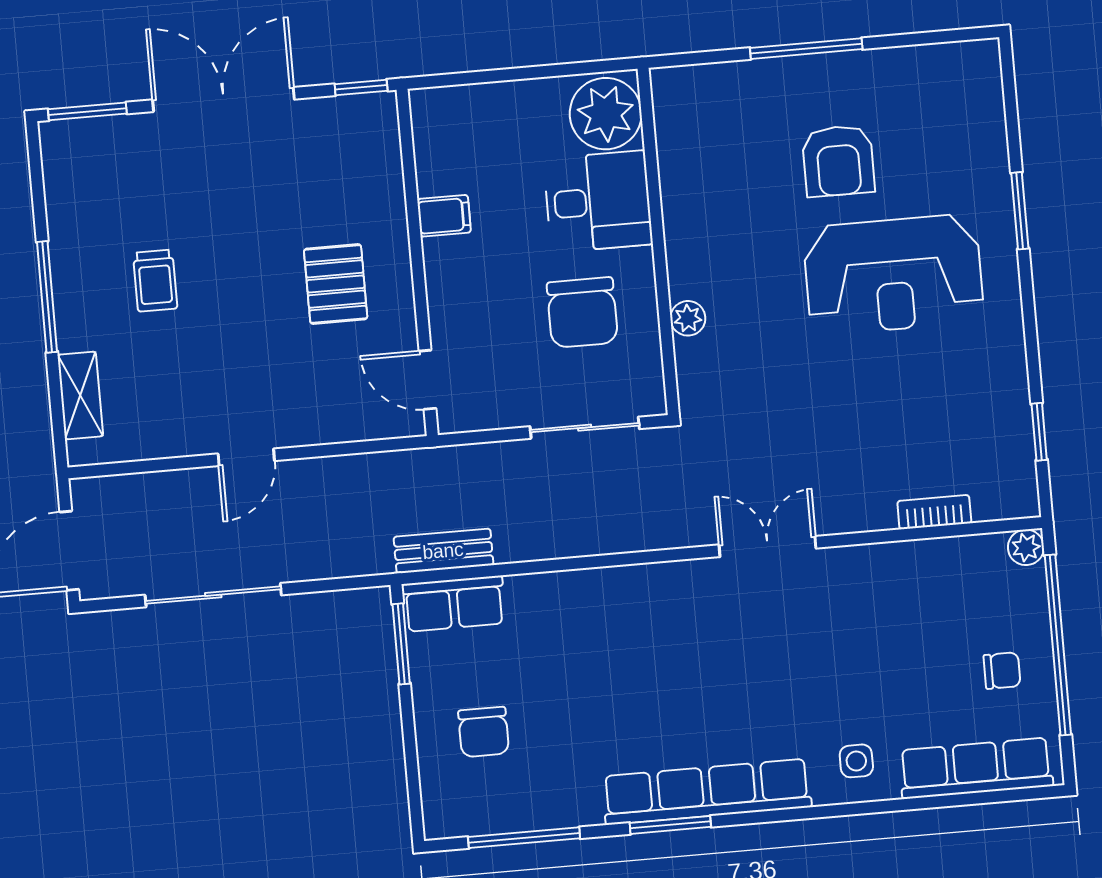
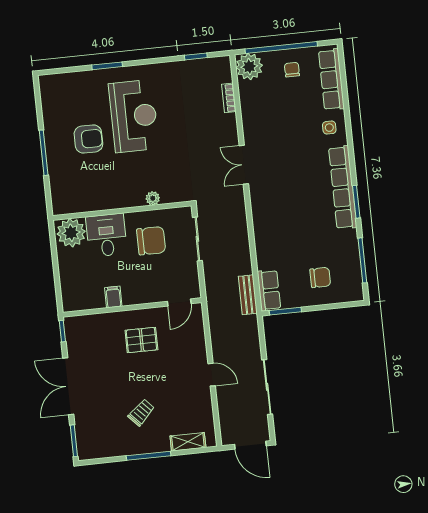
trolley: (155, 281) -> (141, 412), turned -43
plant: (1026, 547) -> (249, 67), width x1.88, depth x1.88

